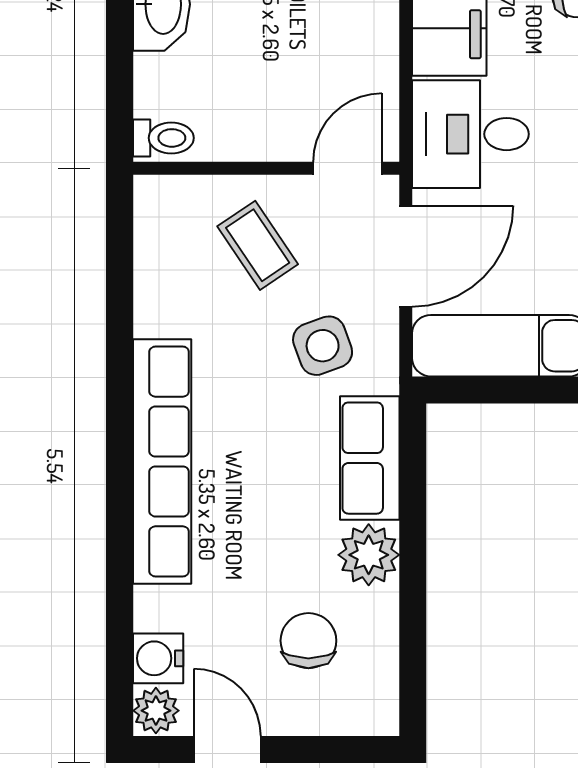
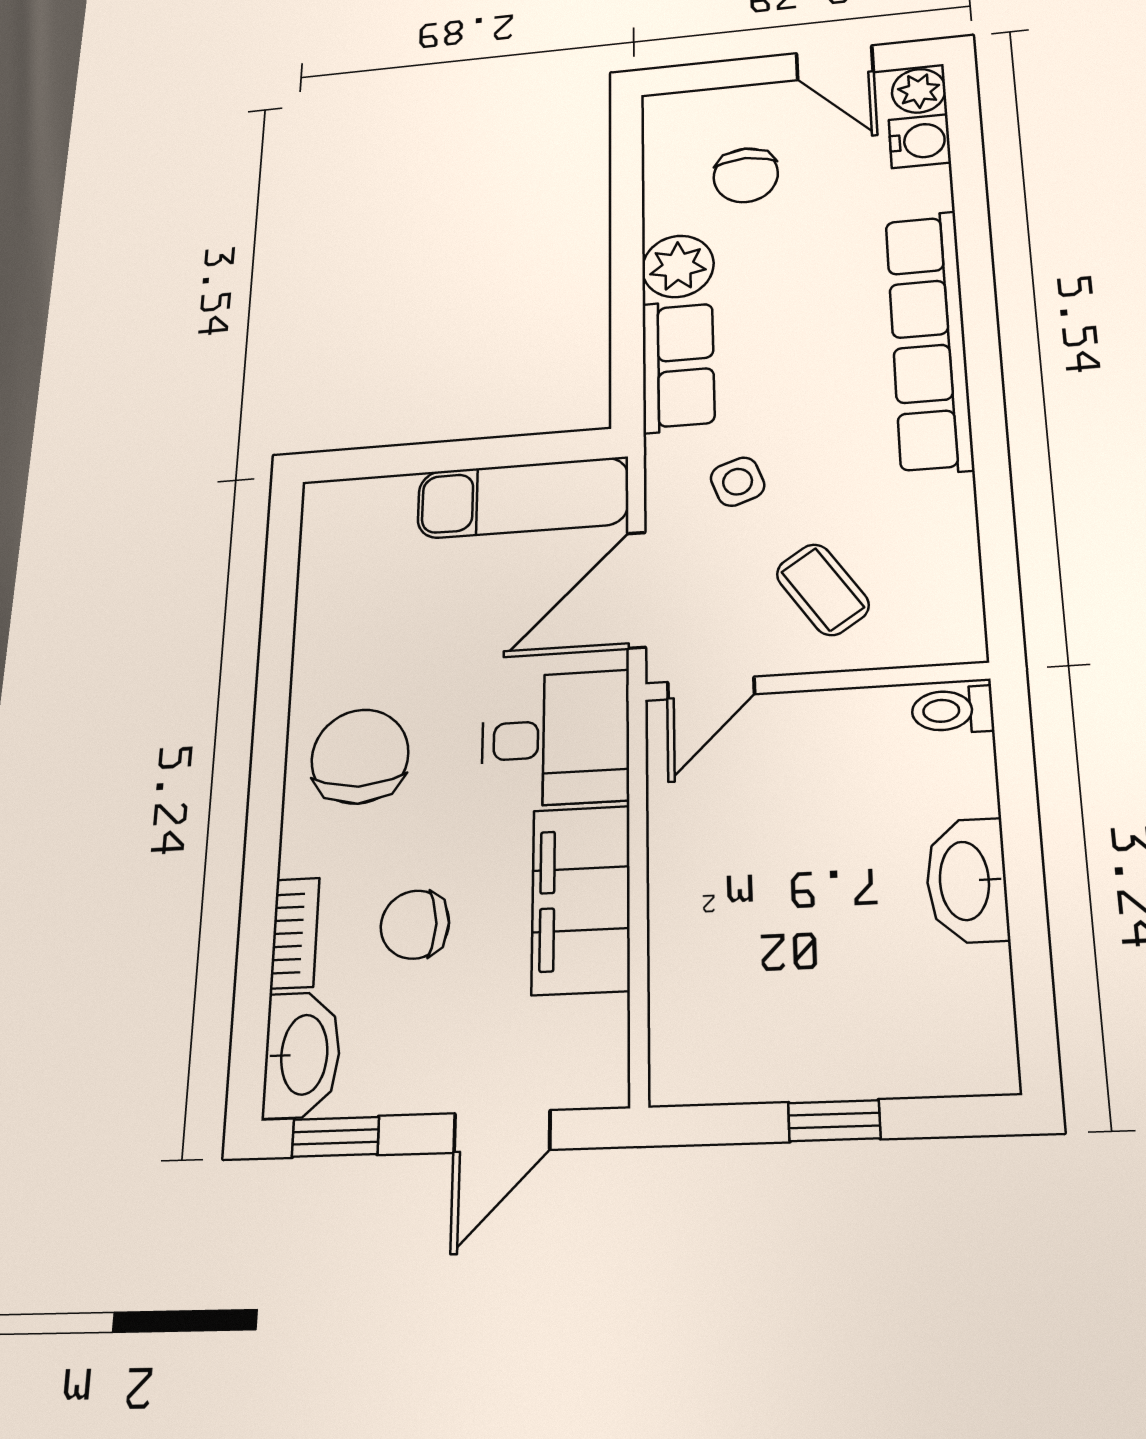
side table: (323, 346) -> (738, 482), width x0.73, depth x0.73

